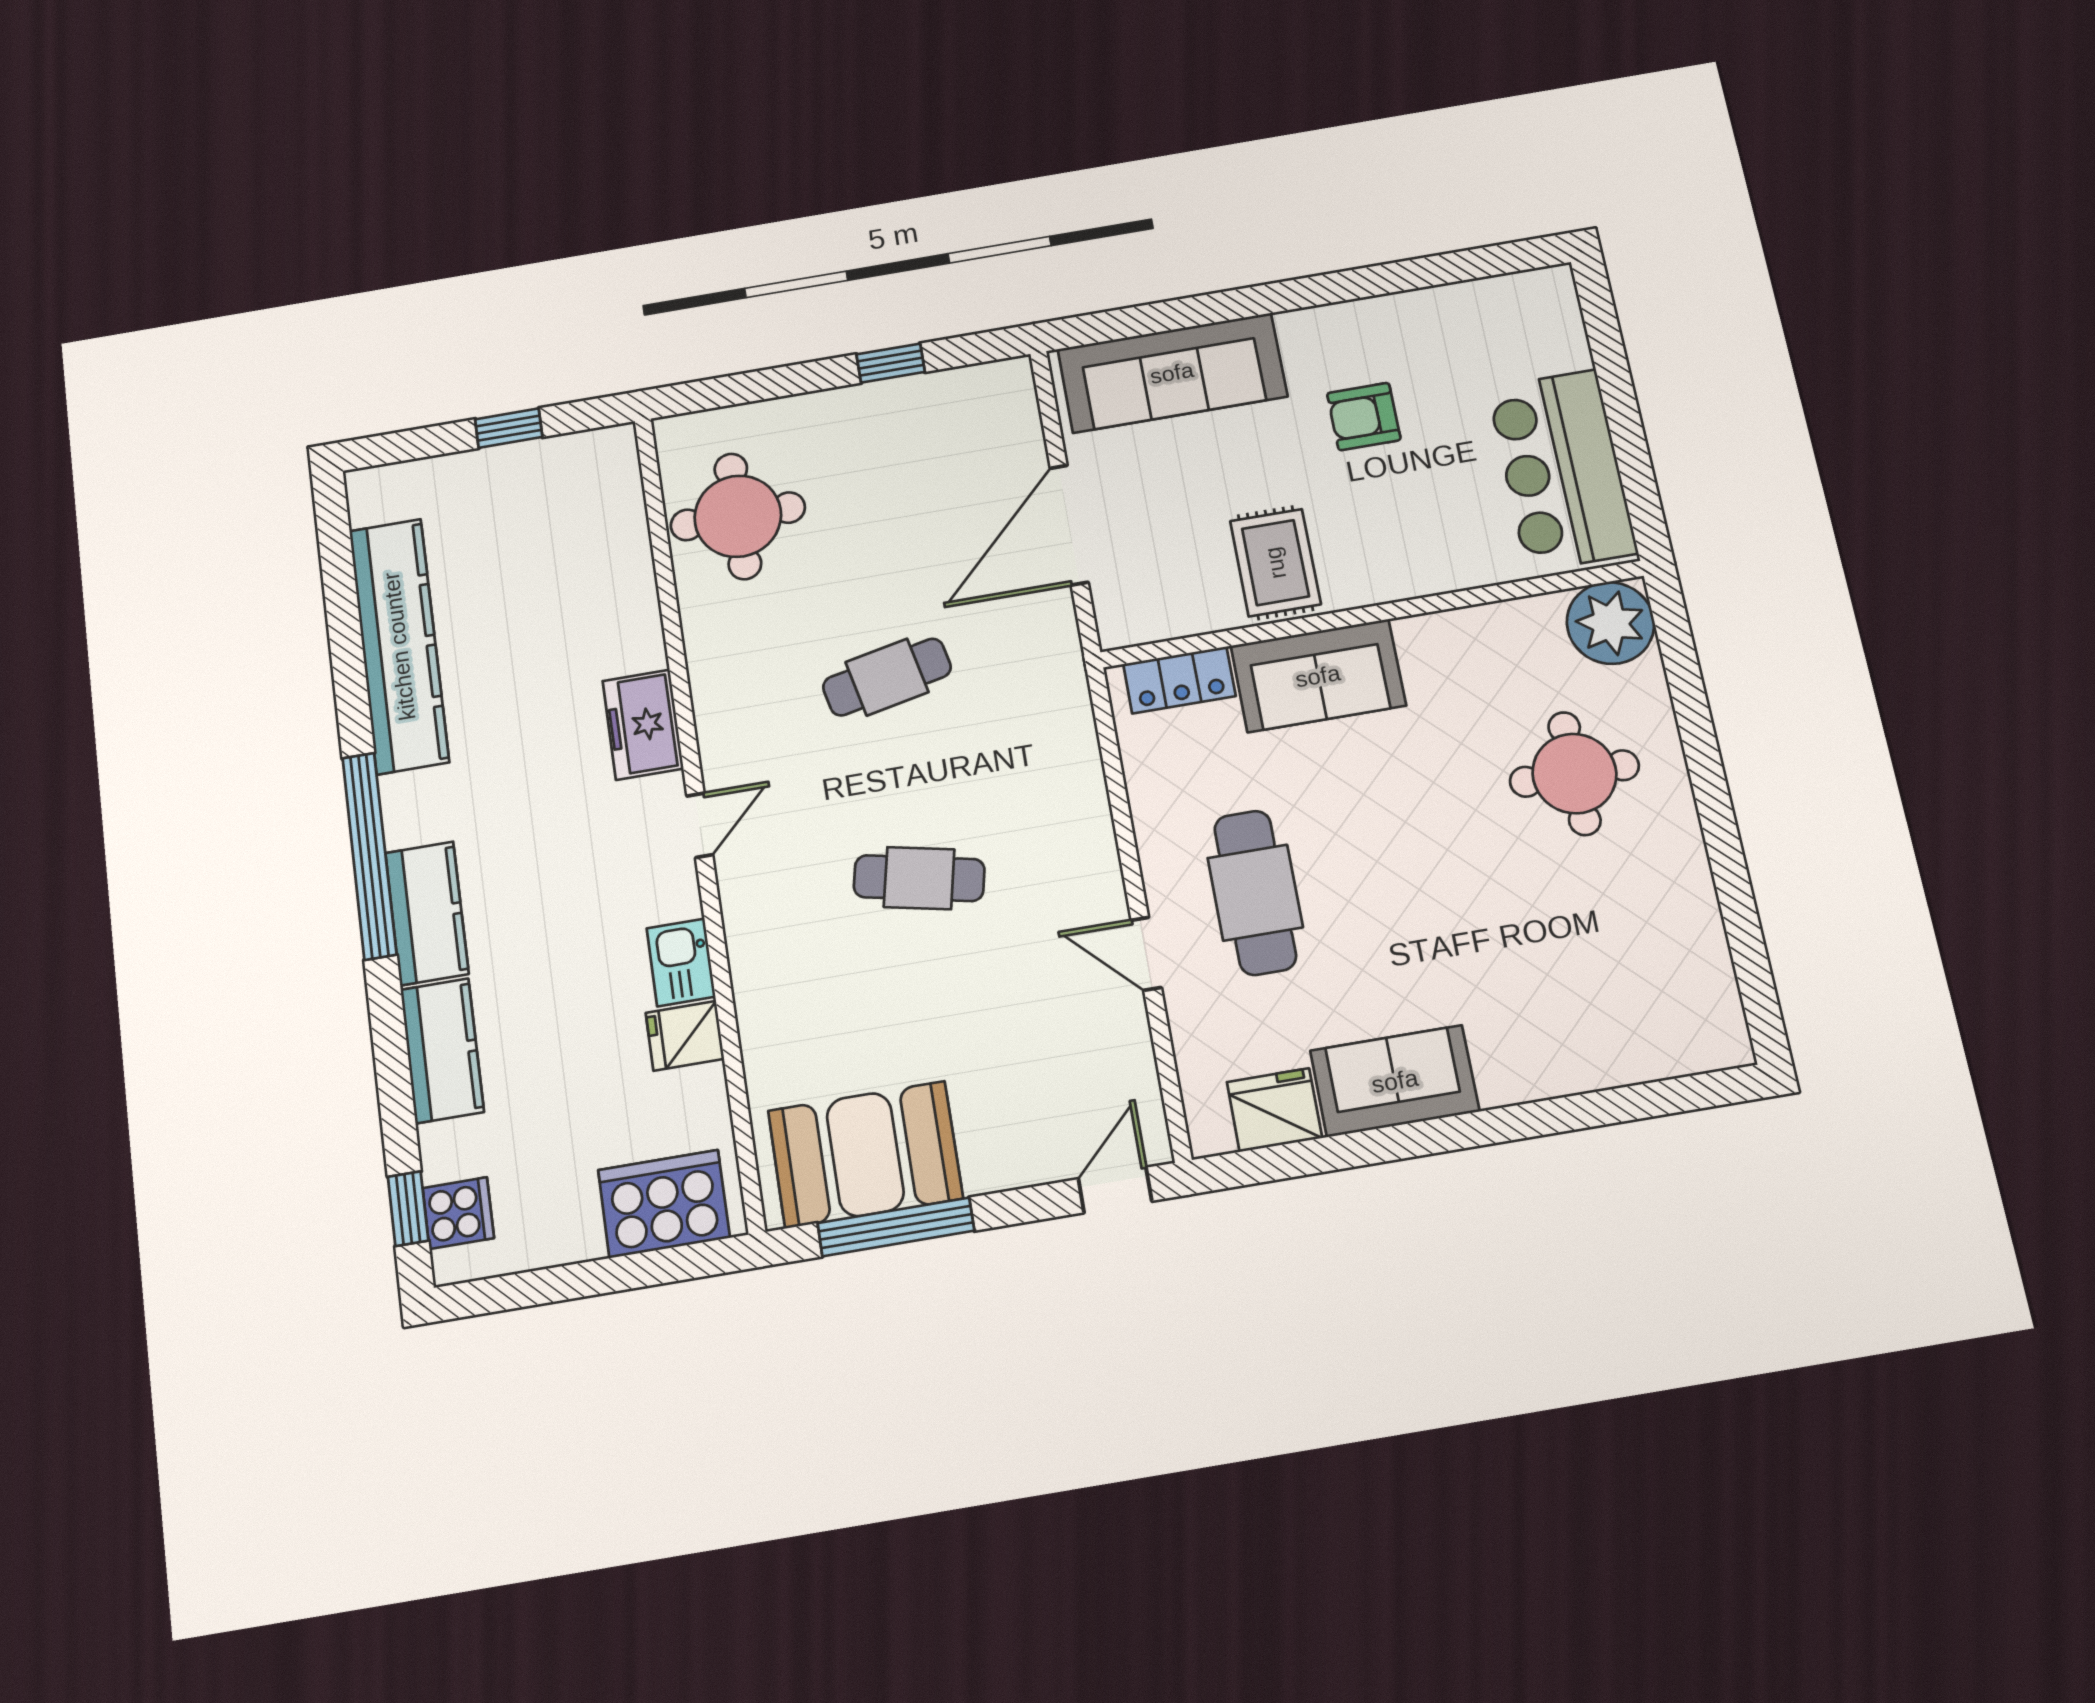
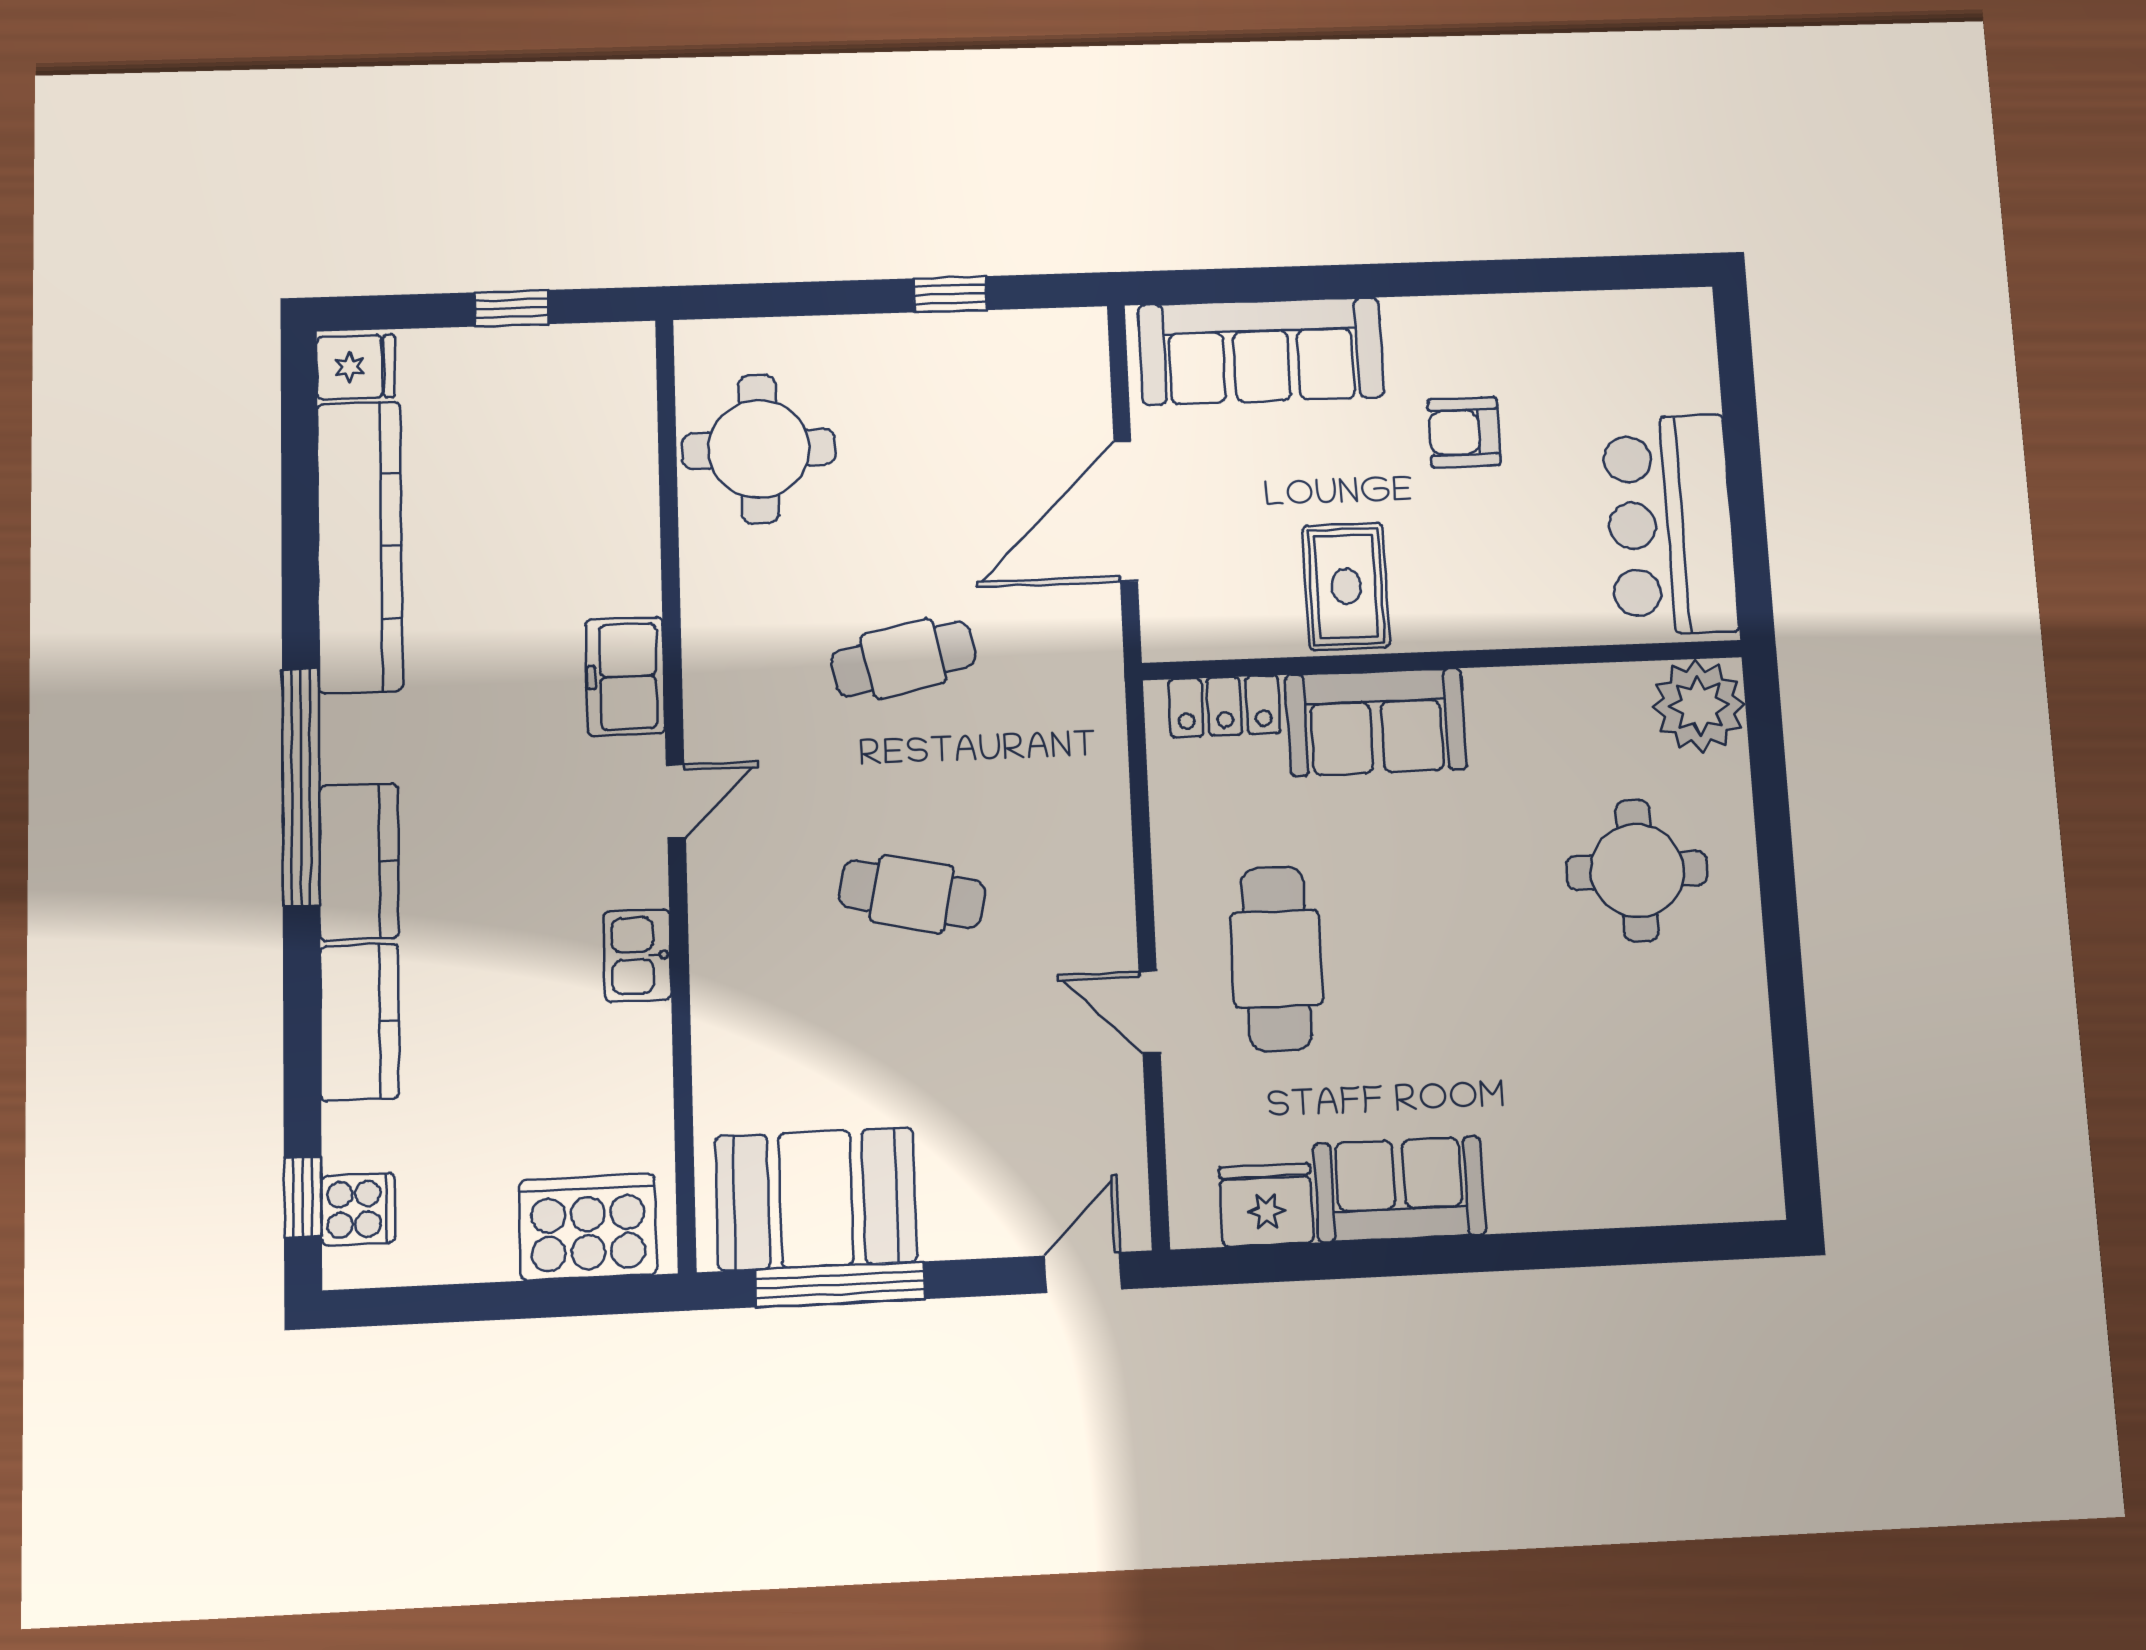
fridge: (685, 1036) -> (356, 367), moved, turned 180

